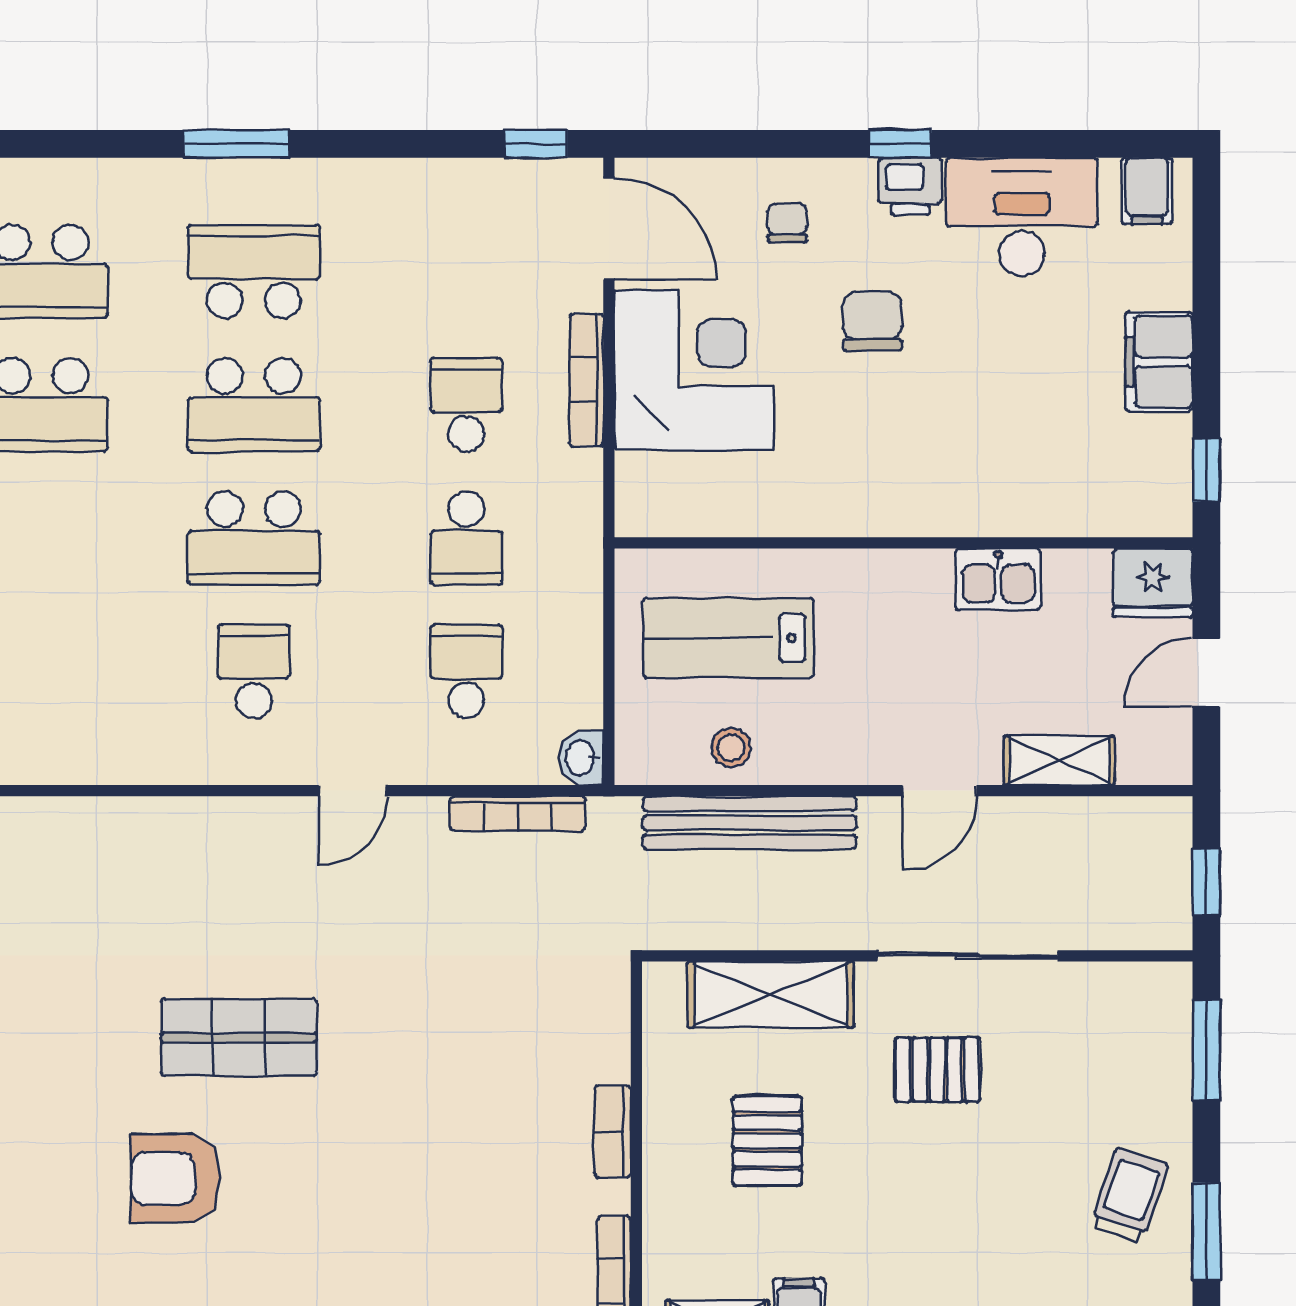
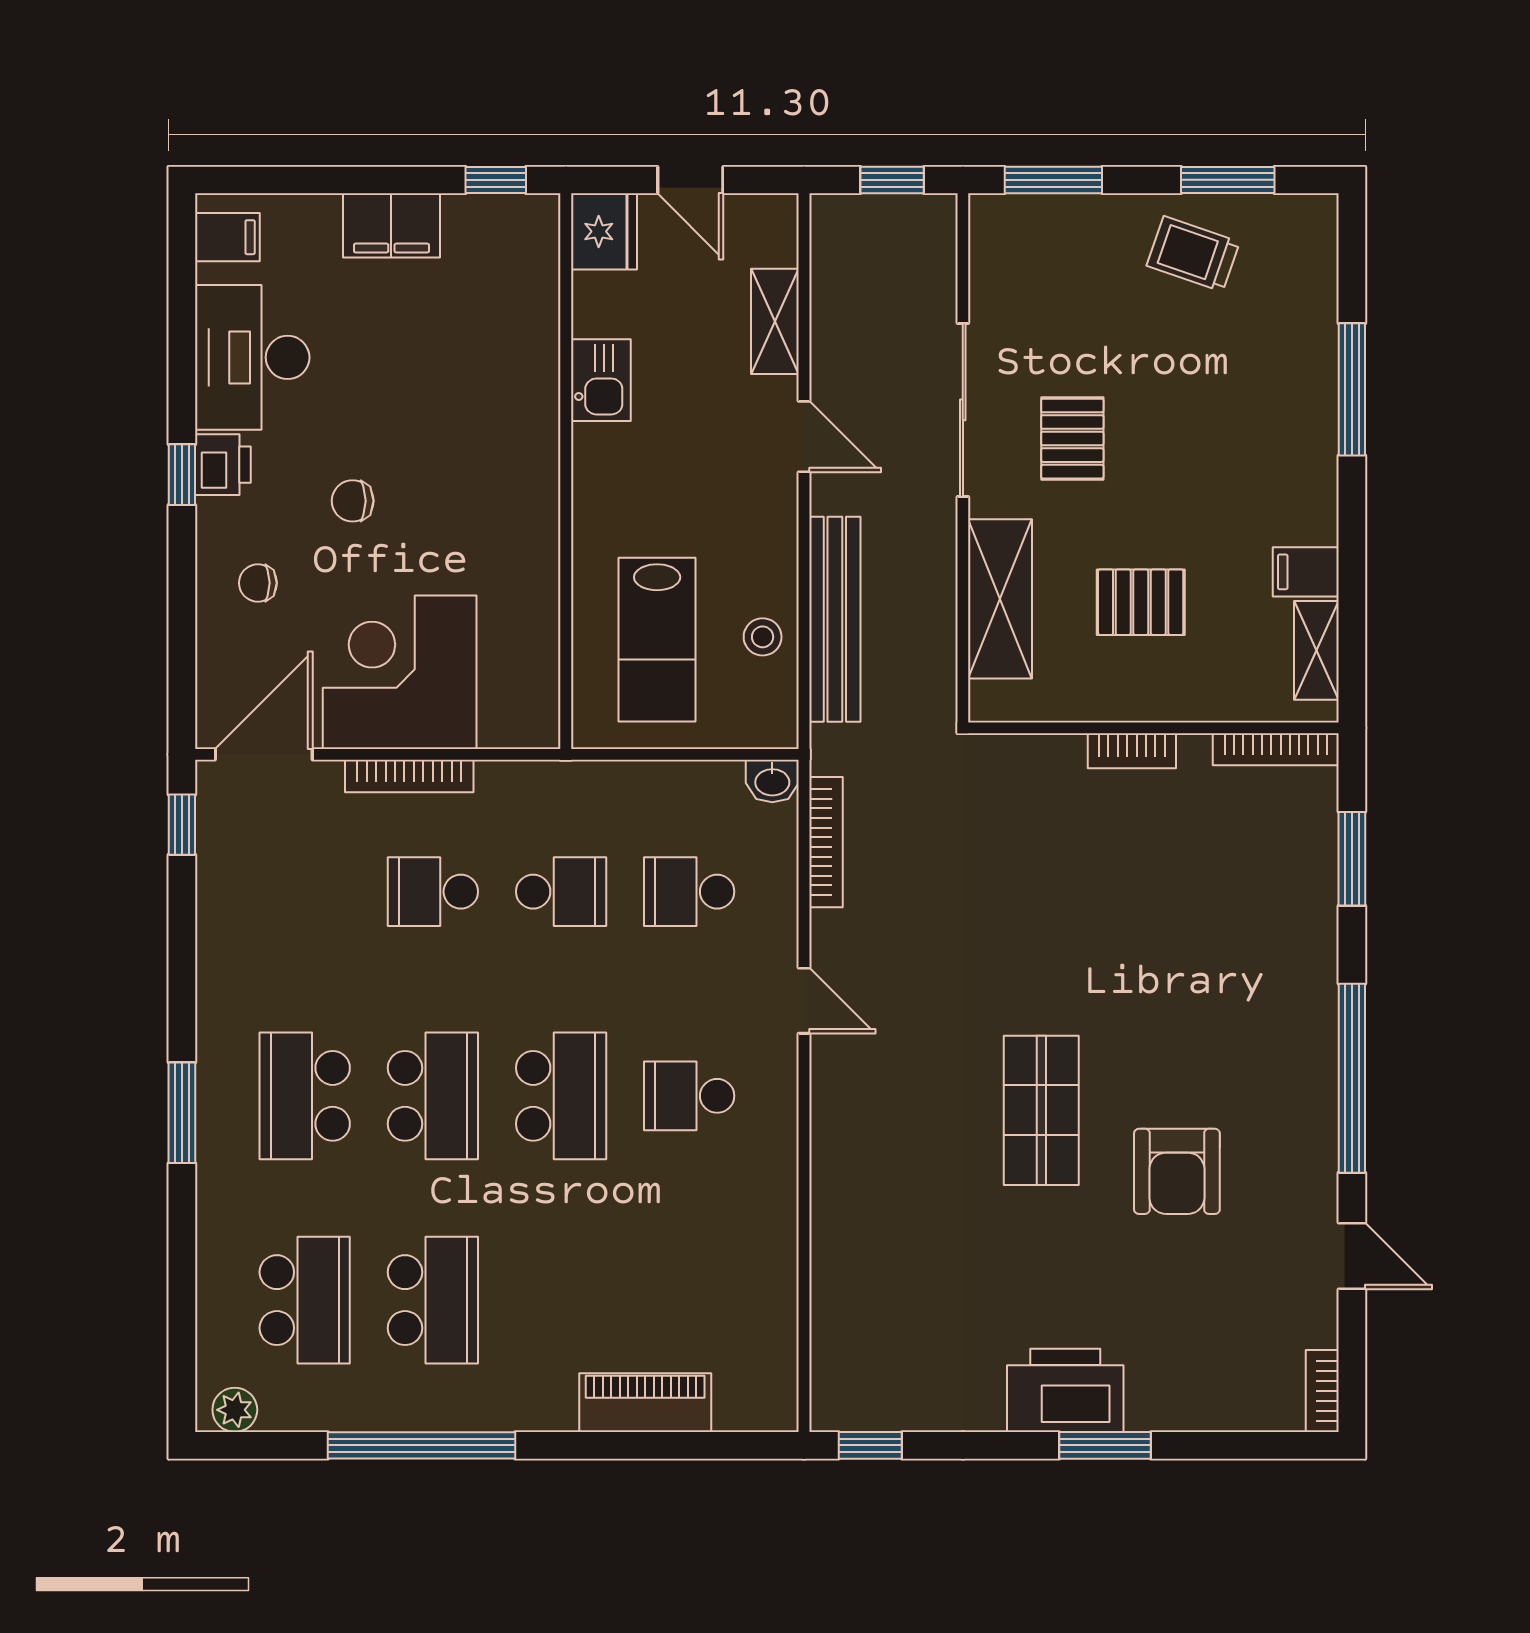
chair: (873, 321) -> (353, 501), width x0.73, depth x0.73

